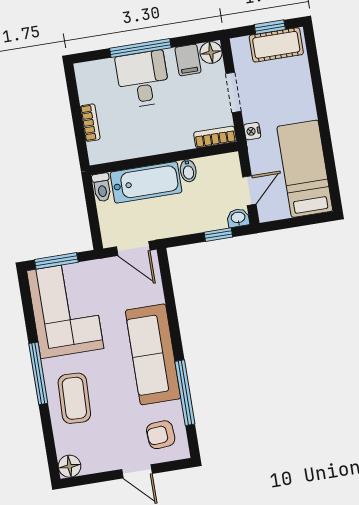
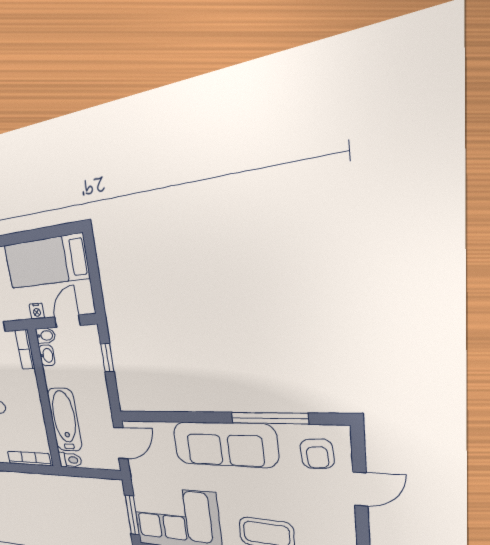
bookcase: (90, 123) -> (29, 458), width x1.56
nightstand: (252, 131) -> (37, 311), moved
bidet: (188, 171) -> (45, 336), moved
door: (249, 191) -> (67, 321), hinge flipped
washbasin: (238, 218) -> (47, 355), moved, turned 180

